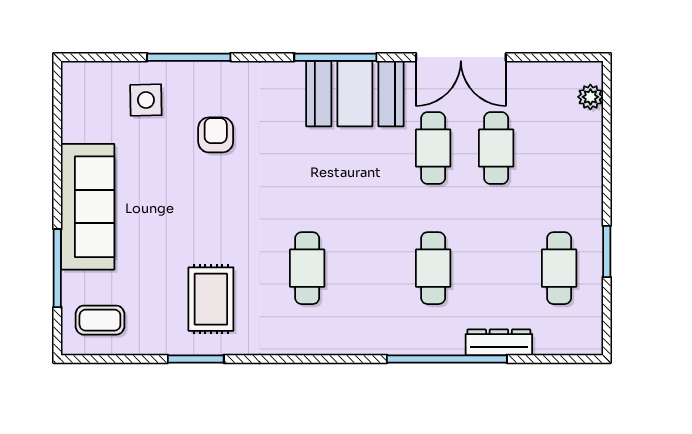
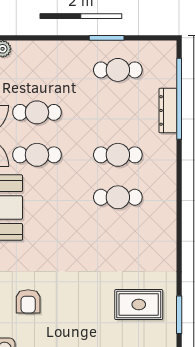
armchair: (216, 135) -> (28, 301), turned -90
cafe table: (307, 268) -> (118, 197), moved
window: (447, 359) -> (179, 99), moved

